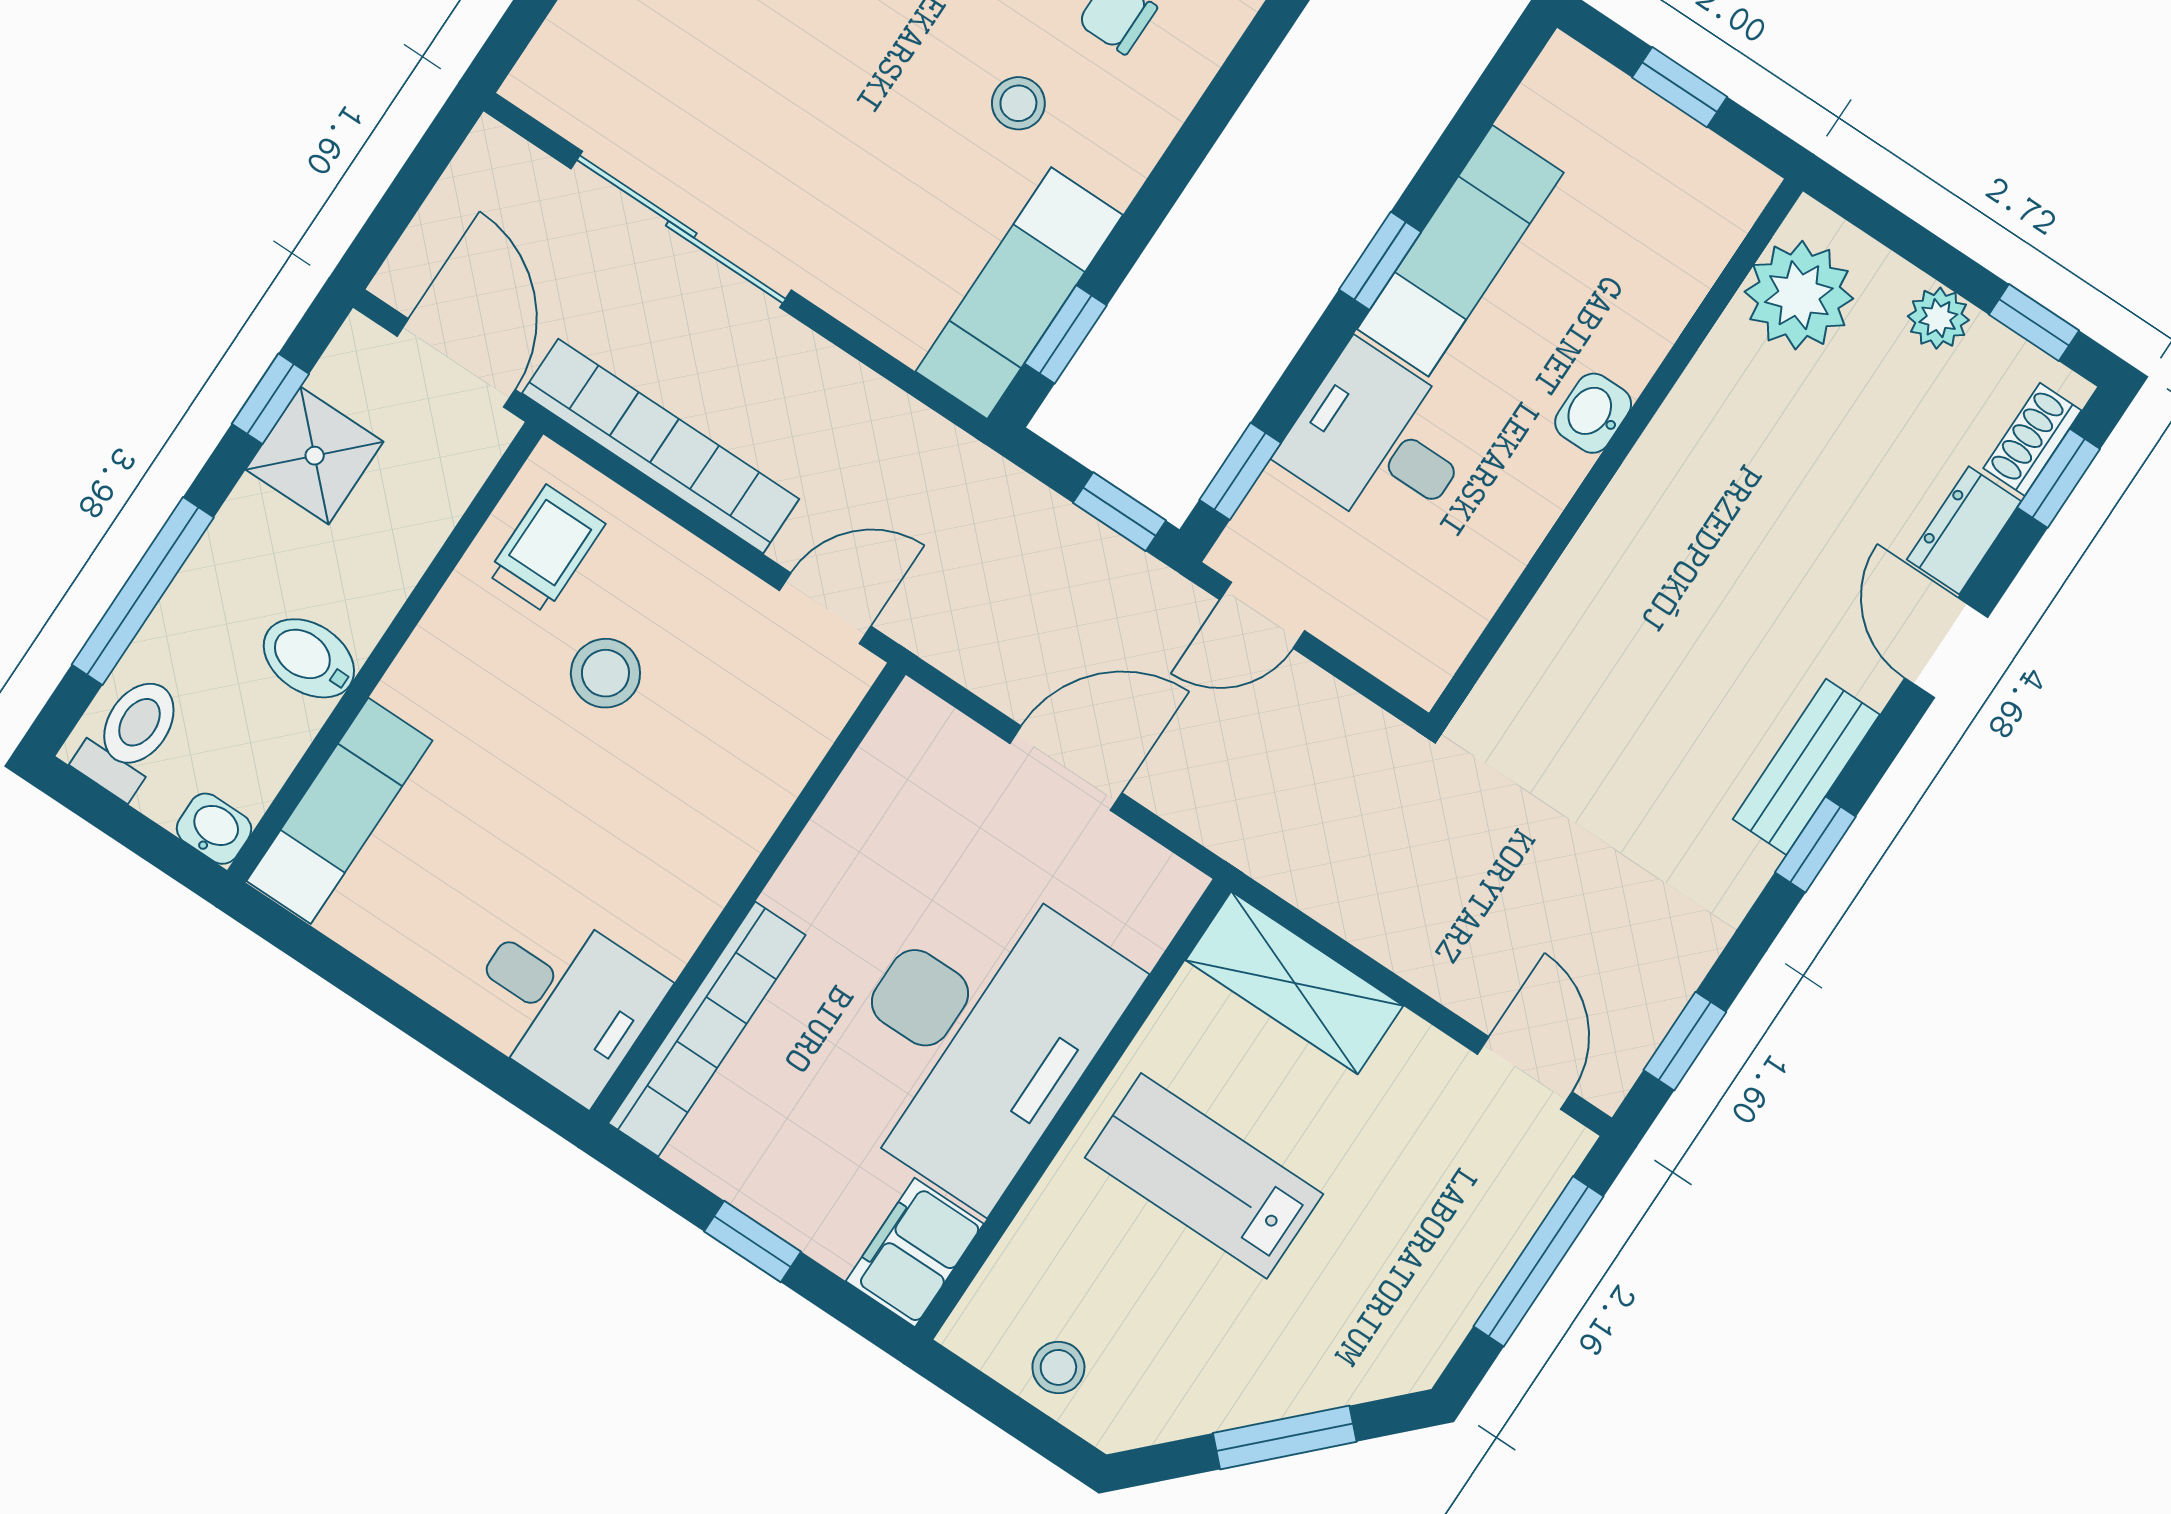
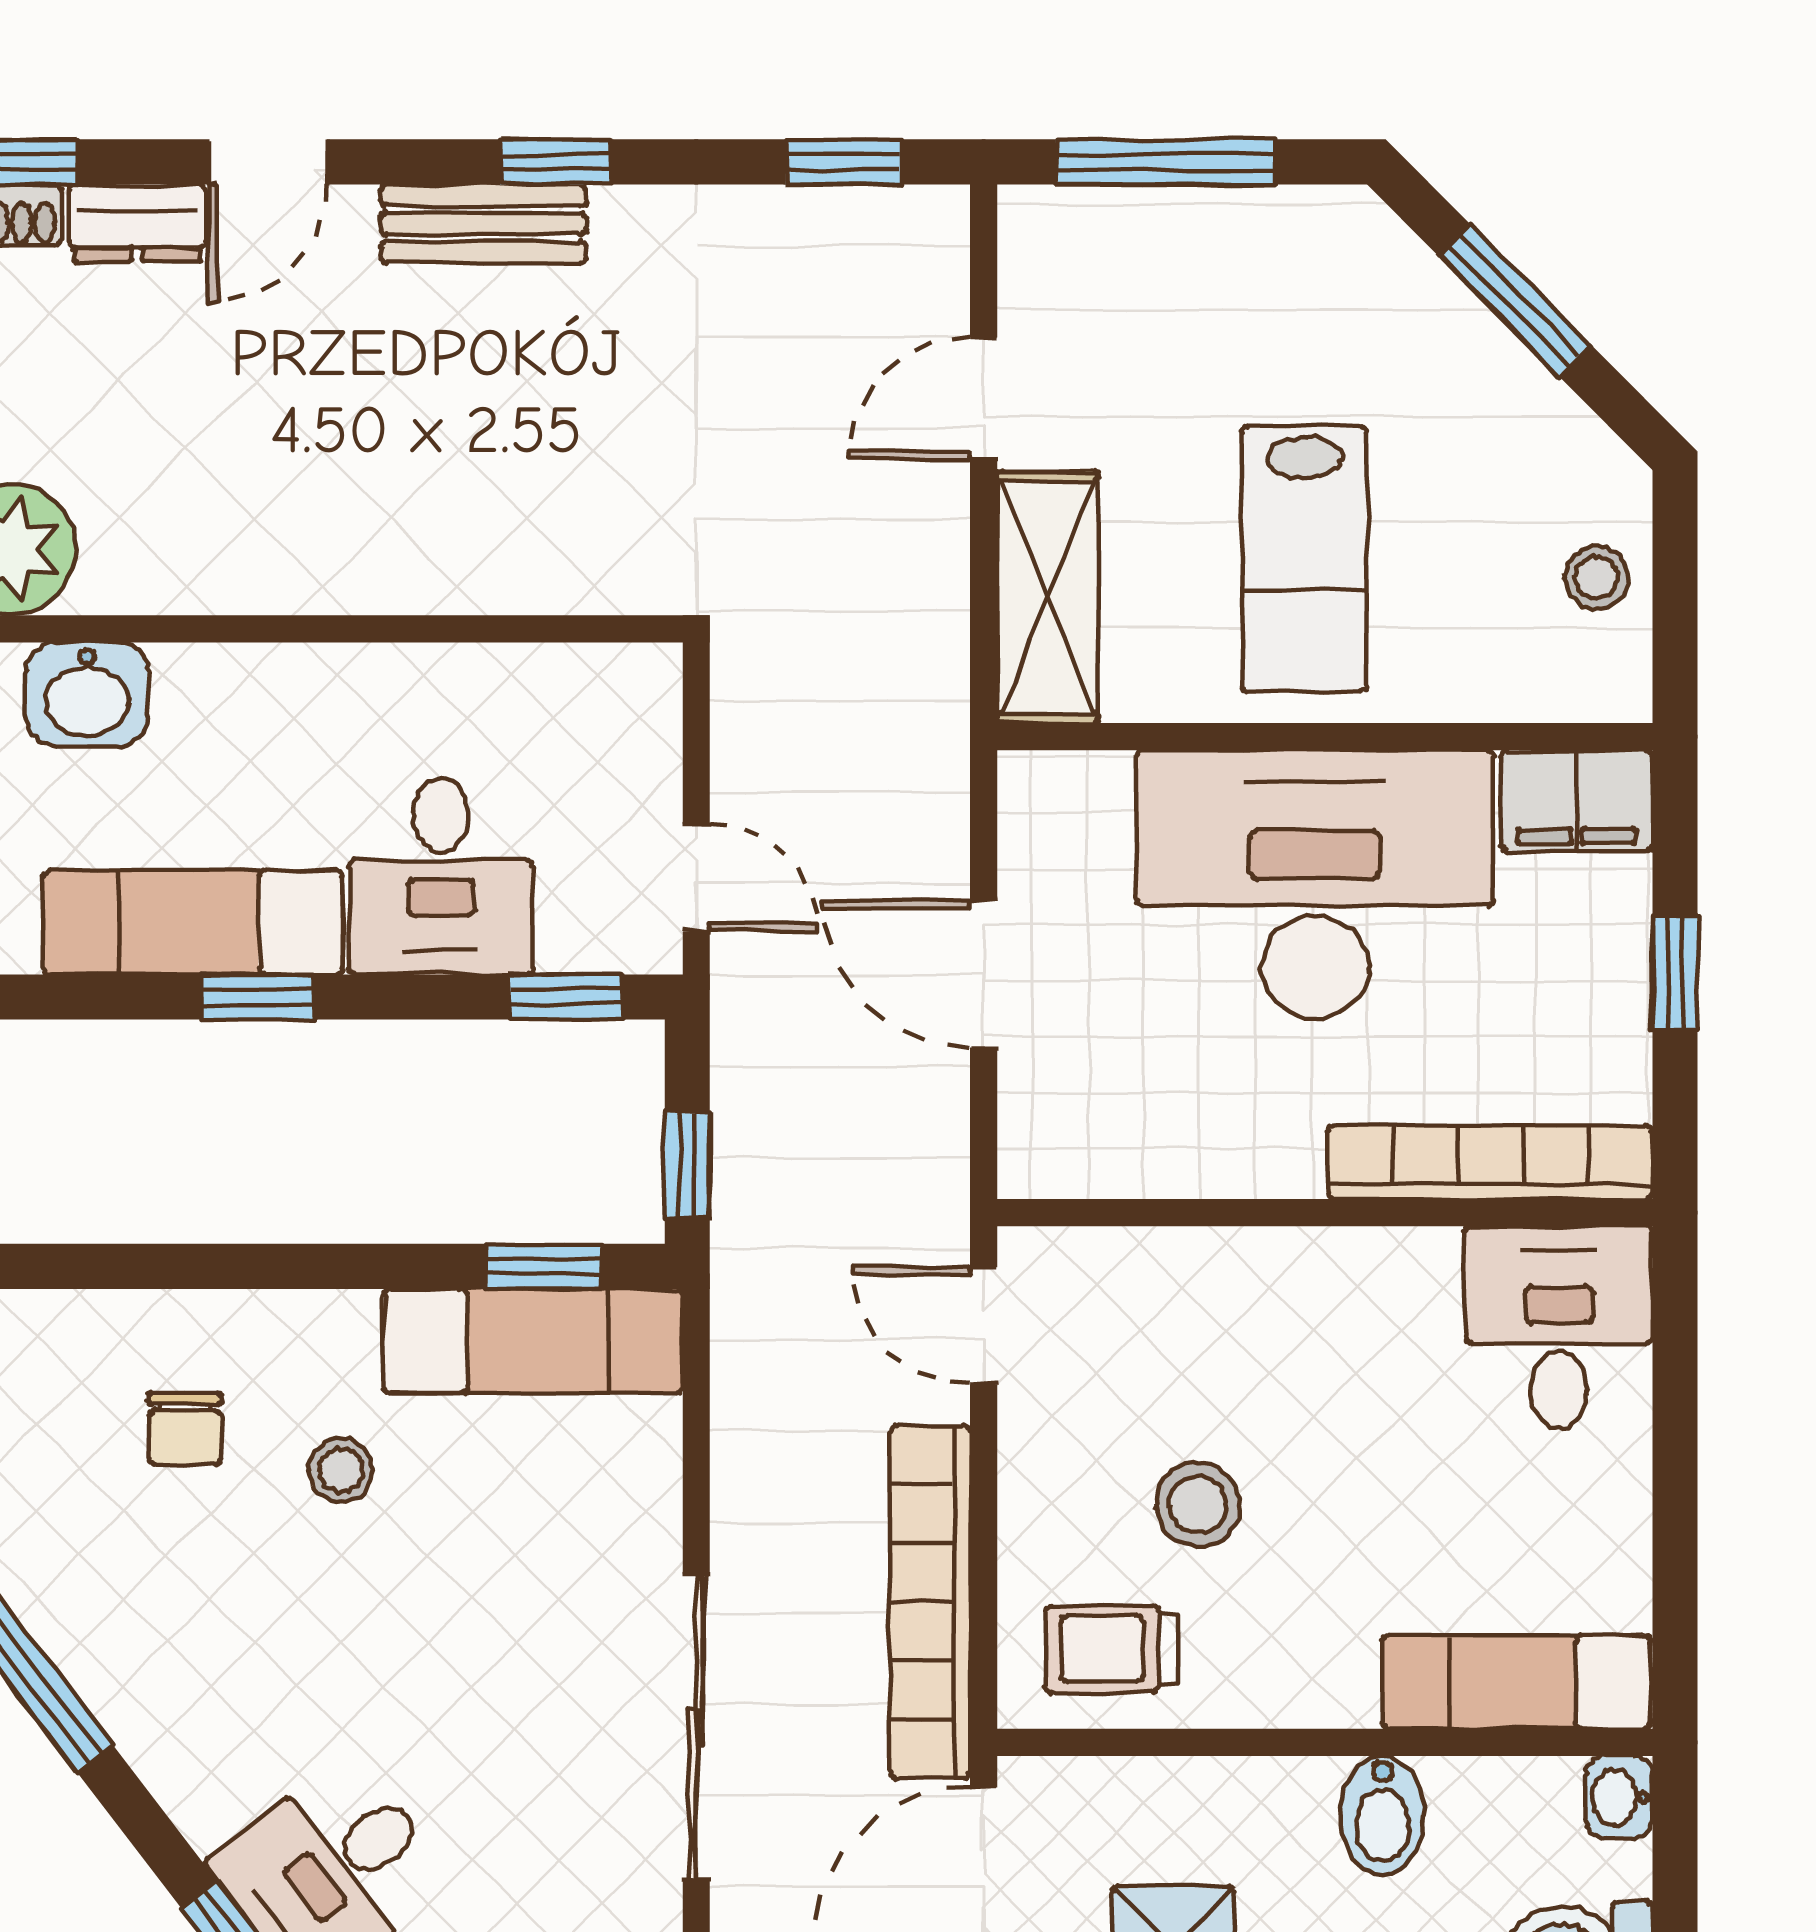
washbasin: (1593, 413) -> (87, 694), moved, width x1.38, depth x1.45
window: (1119, 512) -> (687, 1165), moved
door: (1525, 1073) -> (984, 398), moved

